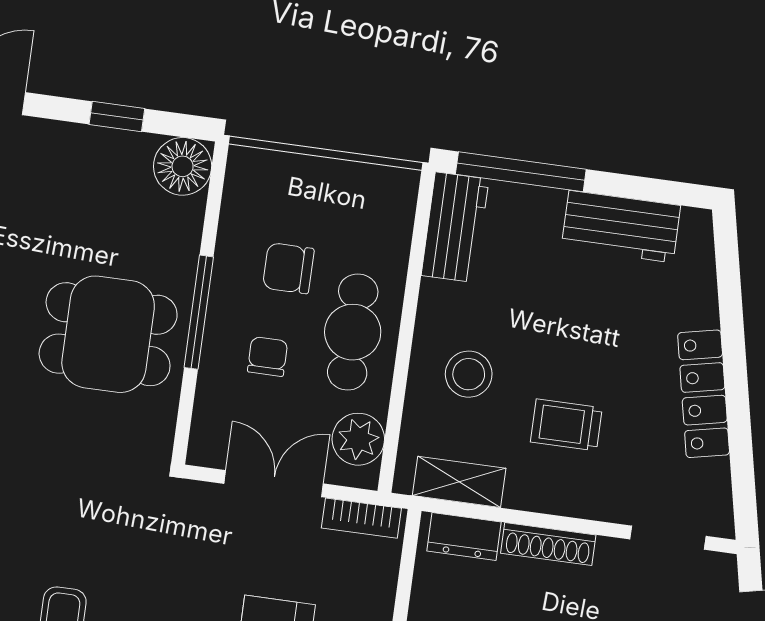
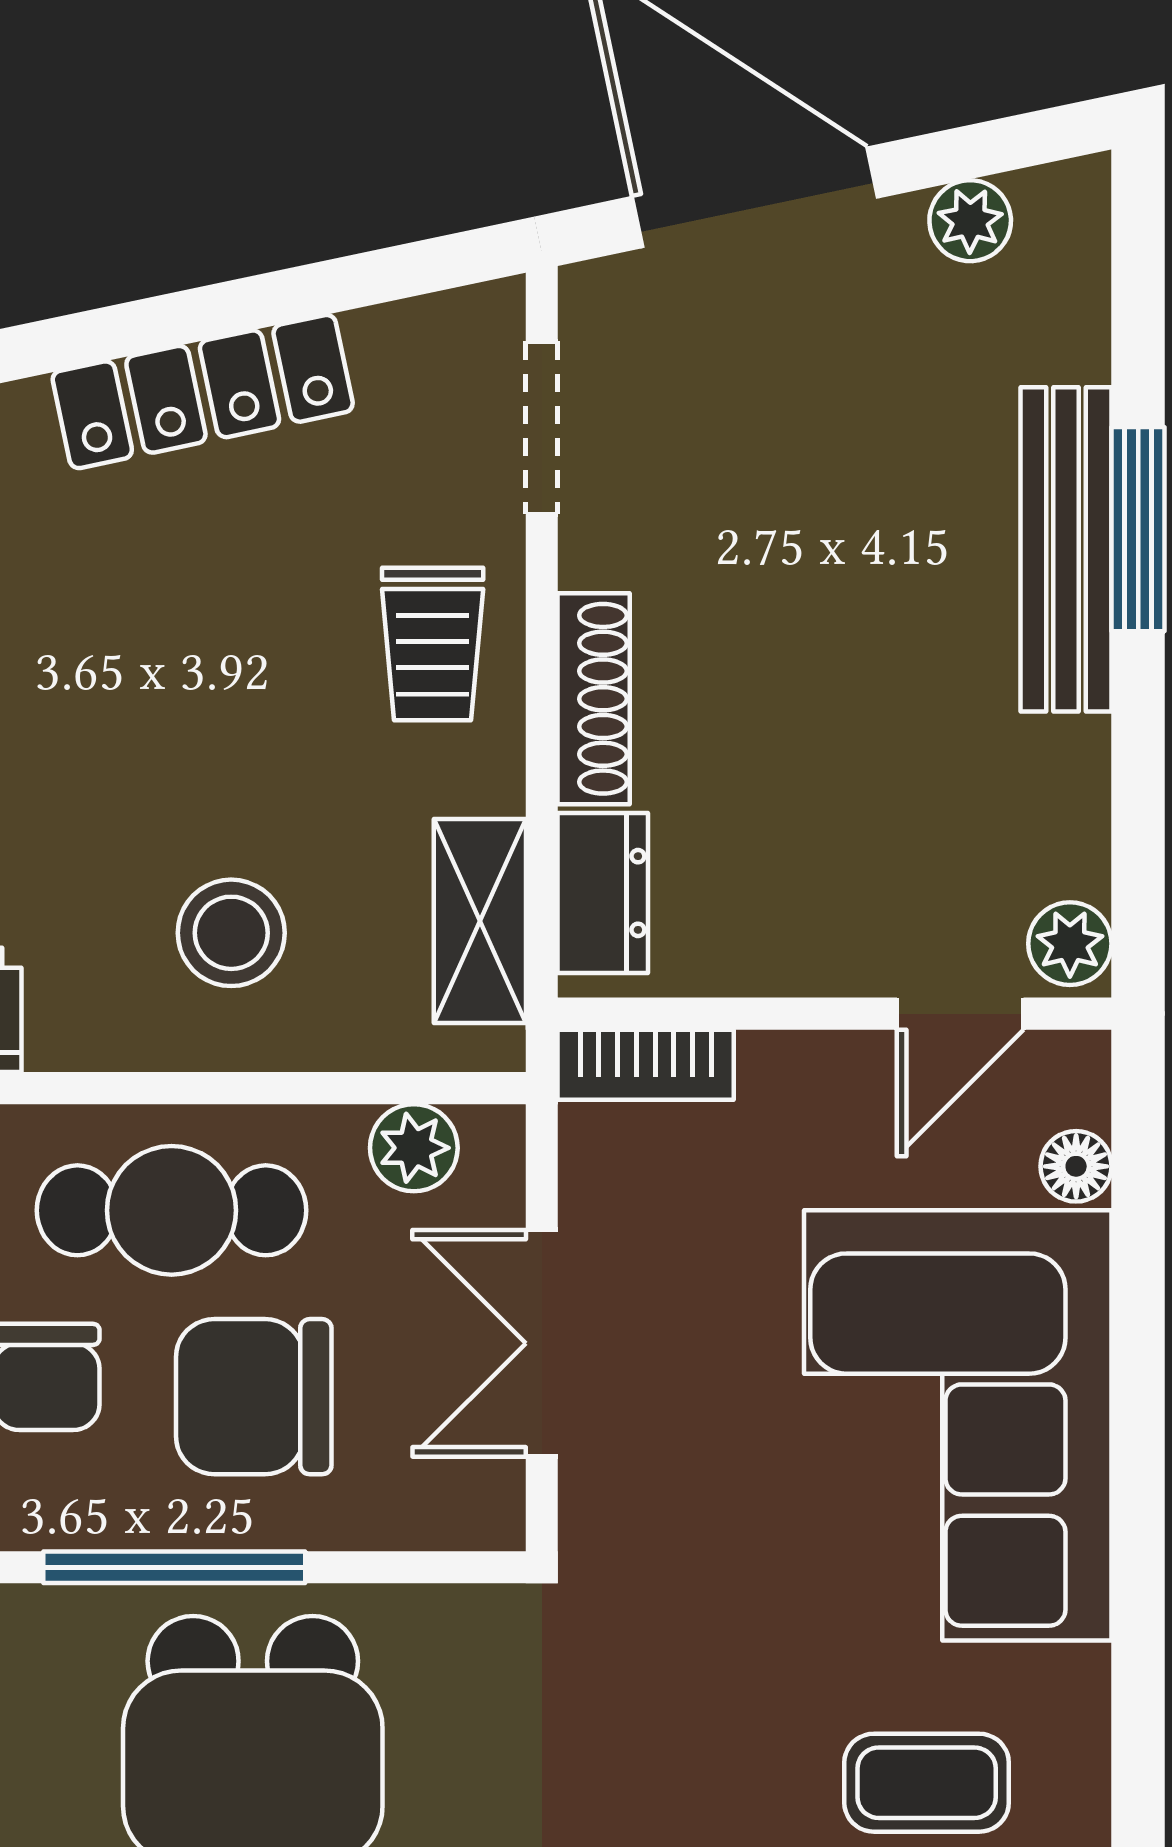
chair: (268, 356) -> (254, 1397), width x1.87, depth x1.87
trolley: (566, 425) -> (433, 644), moved
plant: (358, 439) -> (414, 1148), width x0.73, depth x0.73
bookcase: (361, 518) -> (646, 1065), moved, turned 90

